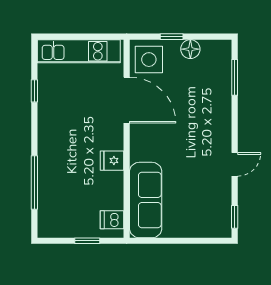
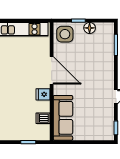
door: (127, 100) -> (52, 70), moved
dishwasher: (112, 220) -> (43, 118), moved

